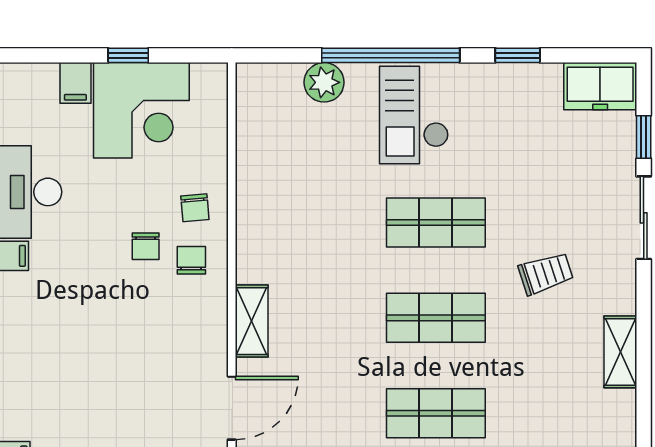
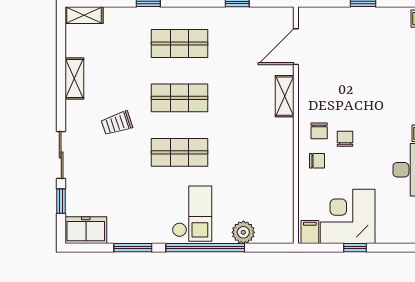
window: (518, 55) -> (133, 248), width x1.50
filing cabinet: (75, 83) -> (310, 232), moved
chair: (195, 208) -> (317, 161), turned 95

